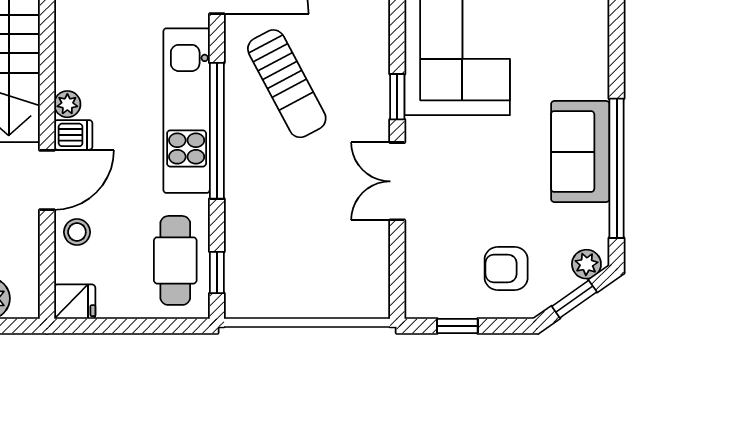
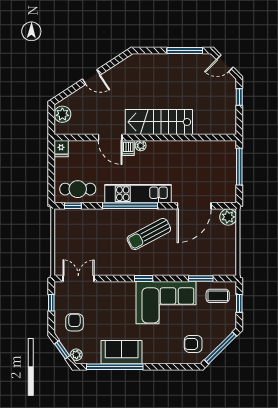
double door: (397, 181) -> (78, 279), moved
stool: (77, 232) -> (89, 150), removed

